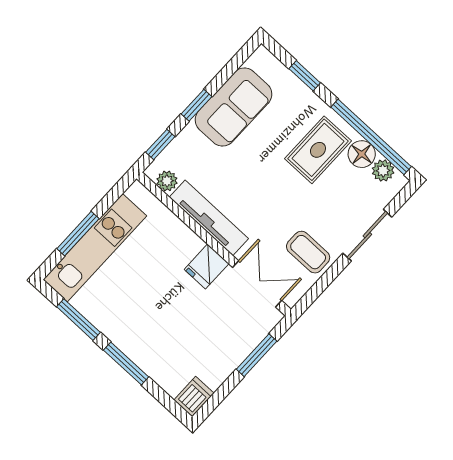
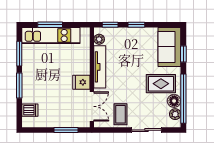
sofa: (233, 107) -> (169, 47), moved, turned 90
dishwasher: (194, 397) -> (30, 110), moved

